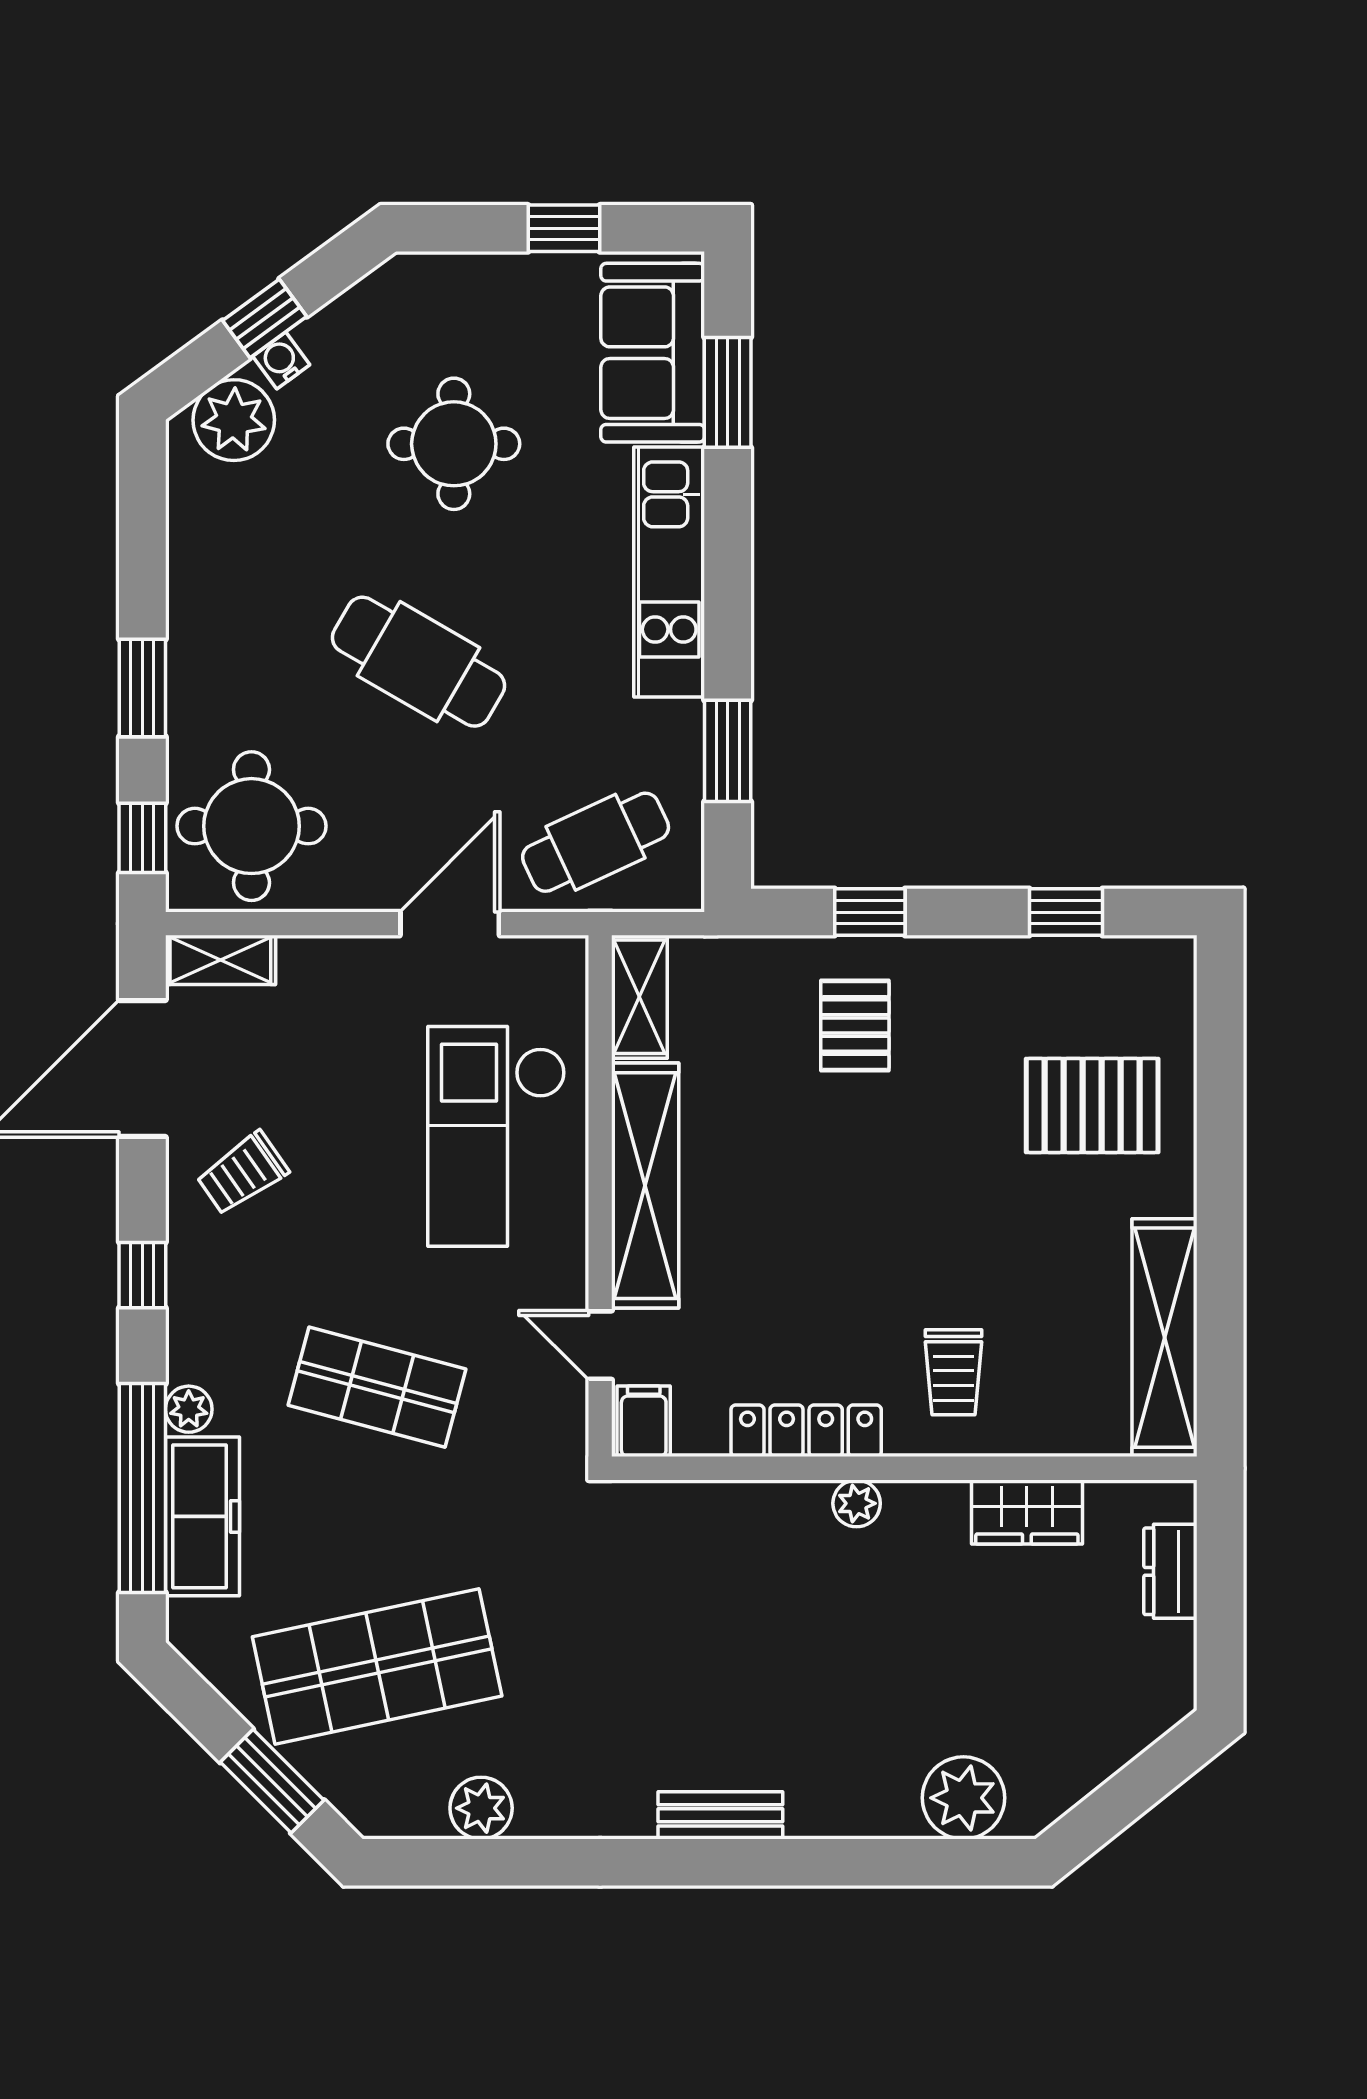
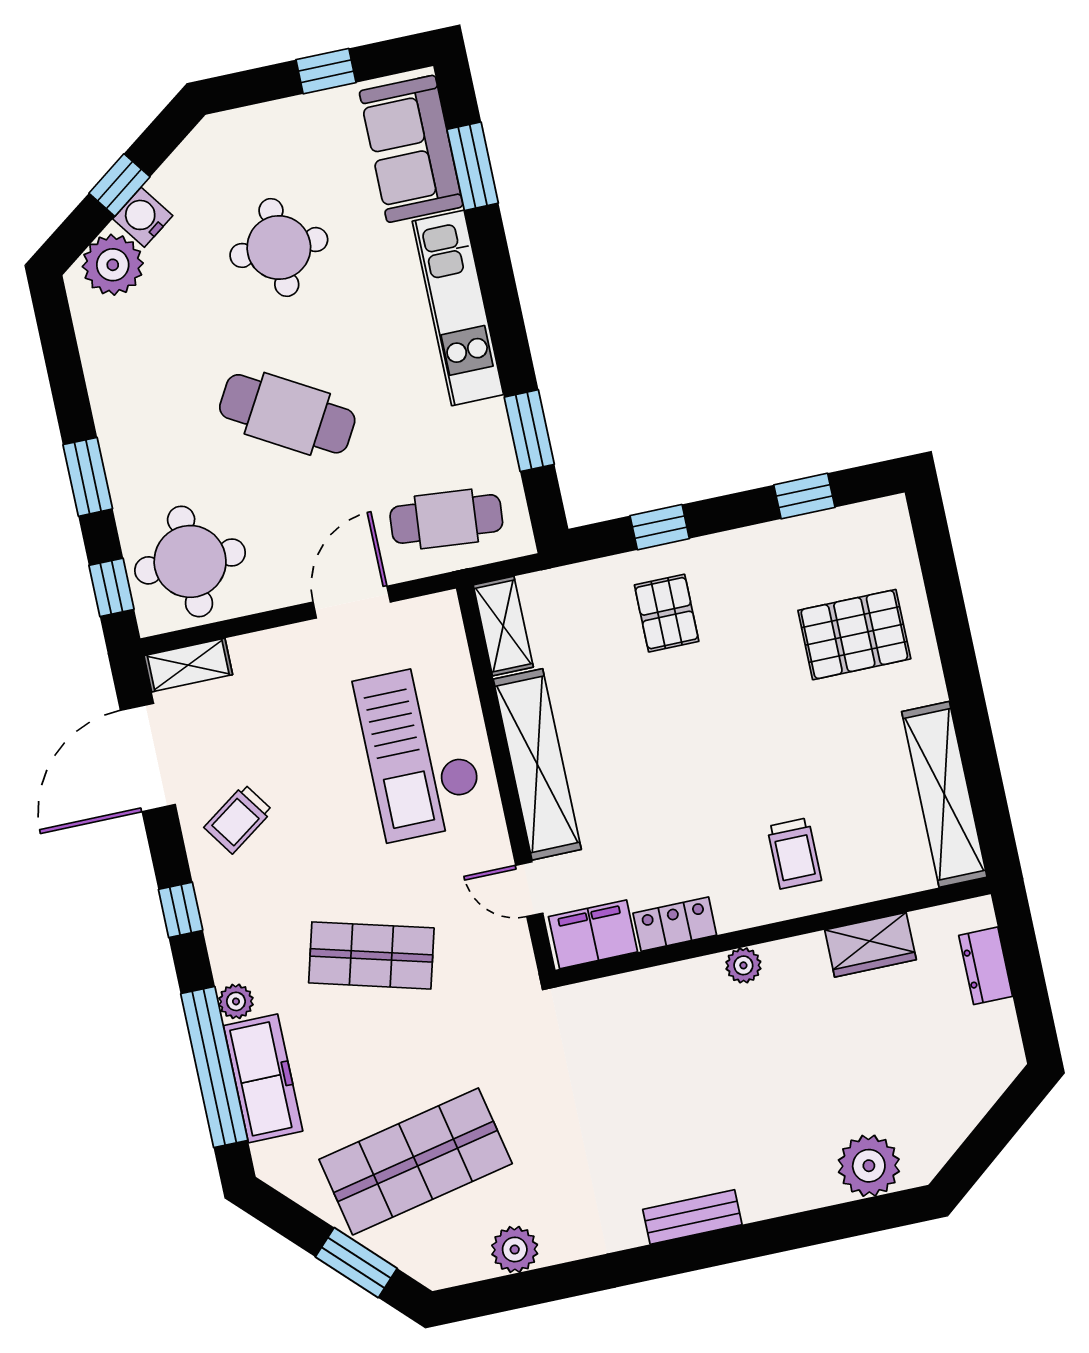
water cooler: (281, 360) -> (143, 217), width x1.38, depth x1.38
cafe table: (596, 842) -> (446, 519), turned 30
filing cabinet: (644, 1421) -> (593, 934), width x2.00
locker: (806, 1431) -> (675, 924), width x0.66

